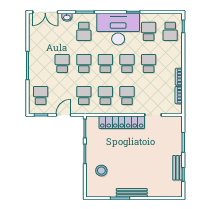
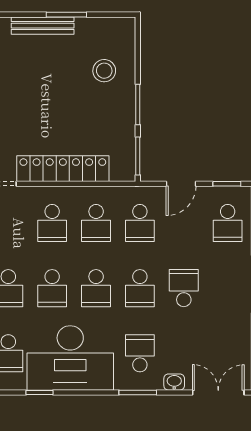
school desk: (62, 63) -> (184, 288), turned 180

